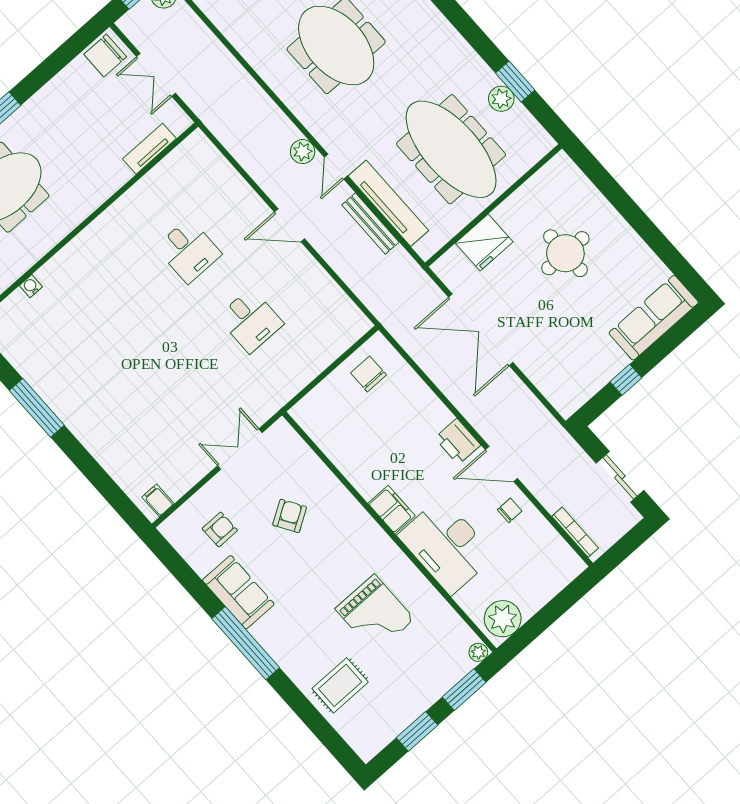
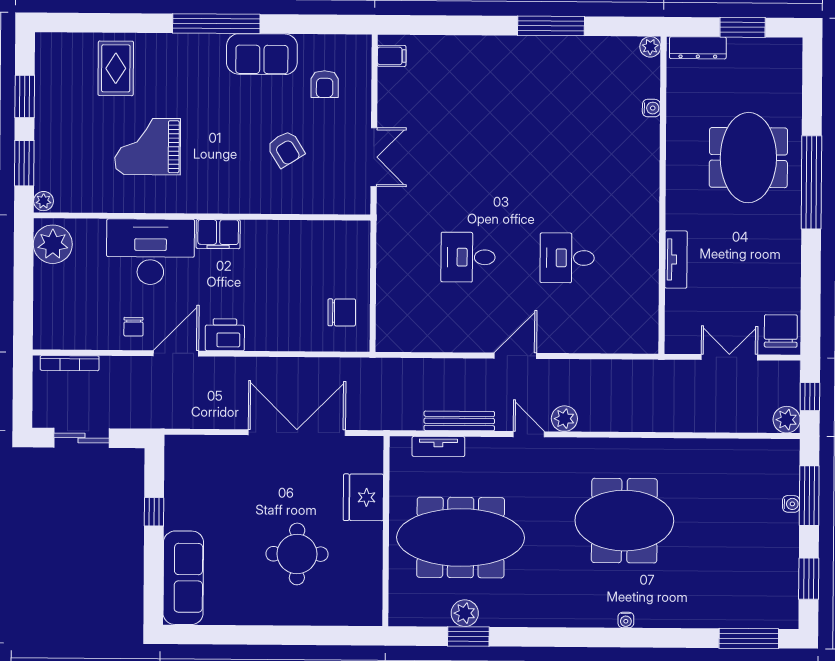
tv unit: (149, 149) -> (676, 259), moved
tv unit: (388, 203) -> (438, 447), width x0.52, depth x0.78

